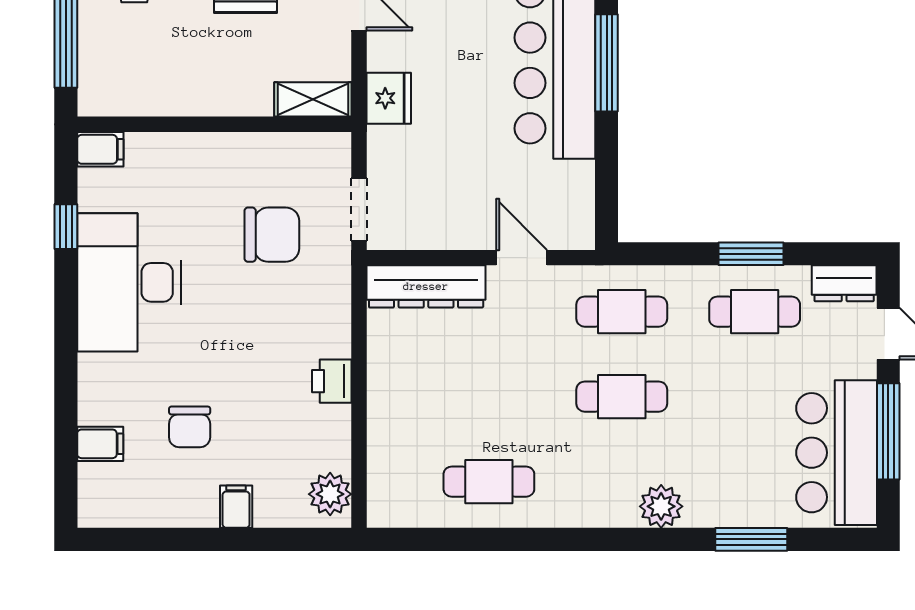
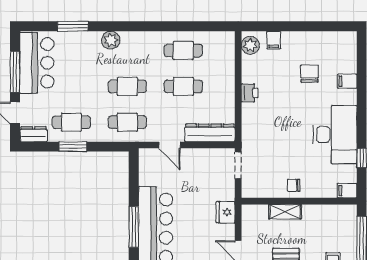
shelving: (313, 99) -> (285, 212), moved
chair: (272, 235) -> (294, 185), moved, width x0.54, depth x0.54
cafe table: (489, 397) -> (183, 86), added
filing cabinet: (100, 444) -> (347, 81), moved
filing cabinet: (236, 507) -> (274, 40), moved

